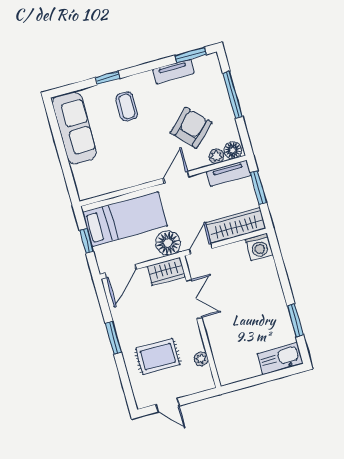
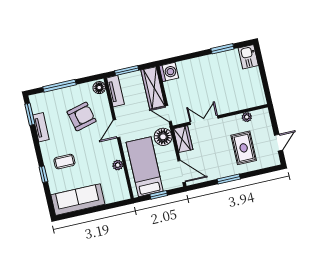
armchair: (191, 128) -> (82, 116), turned 120
plant: (216, 156) -> (118, 165), moved
door: (176, 177) -> (117, 129), hinge flipped
kitchen sink: (280, 359) -> (248, 57), width x0.73

